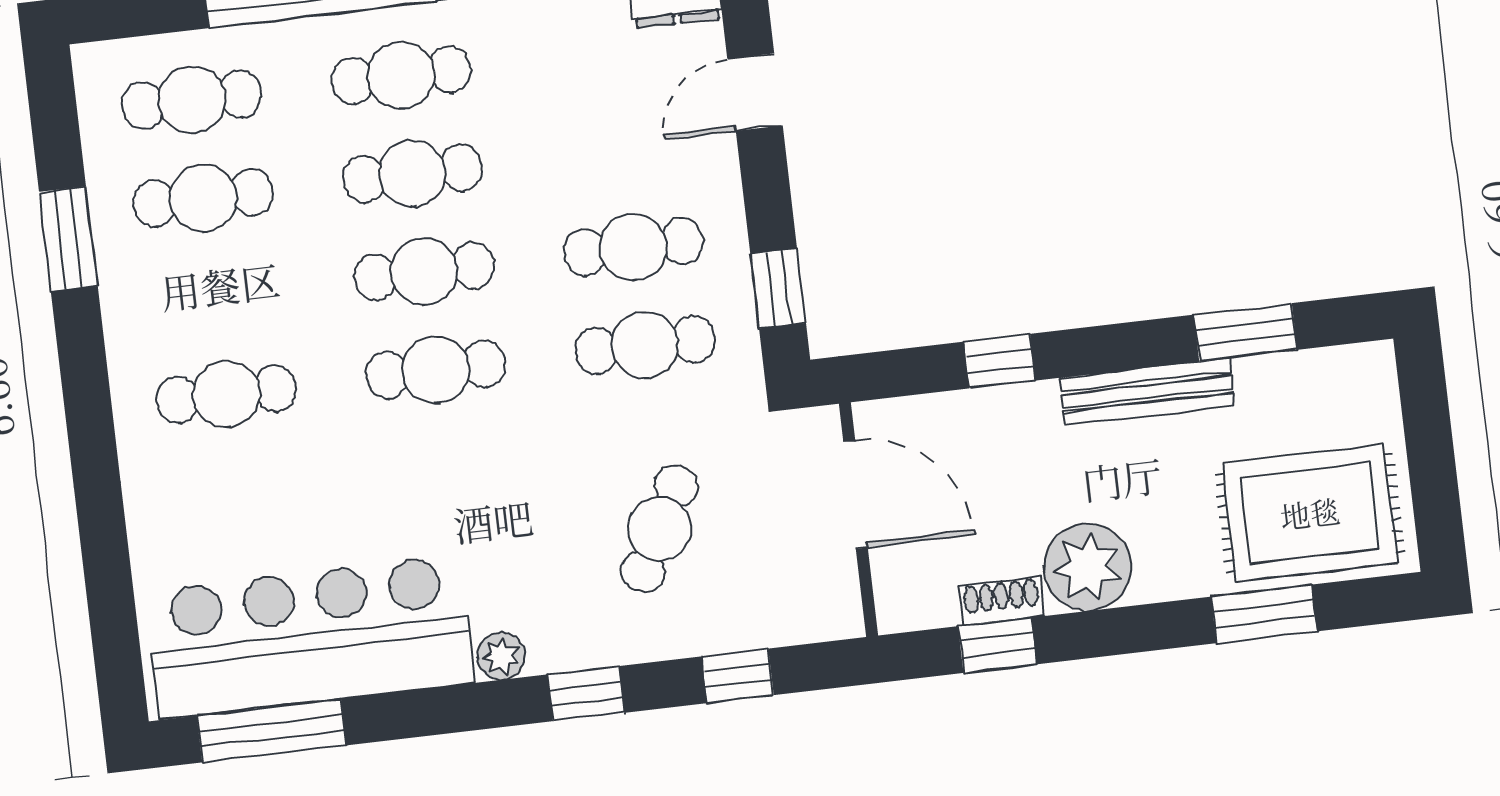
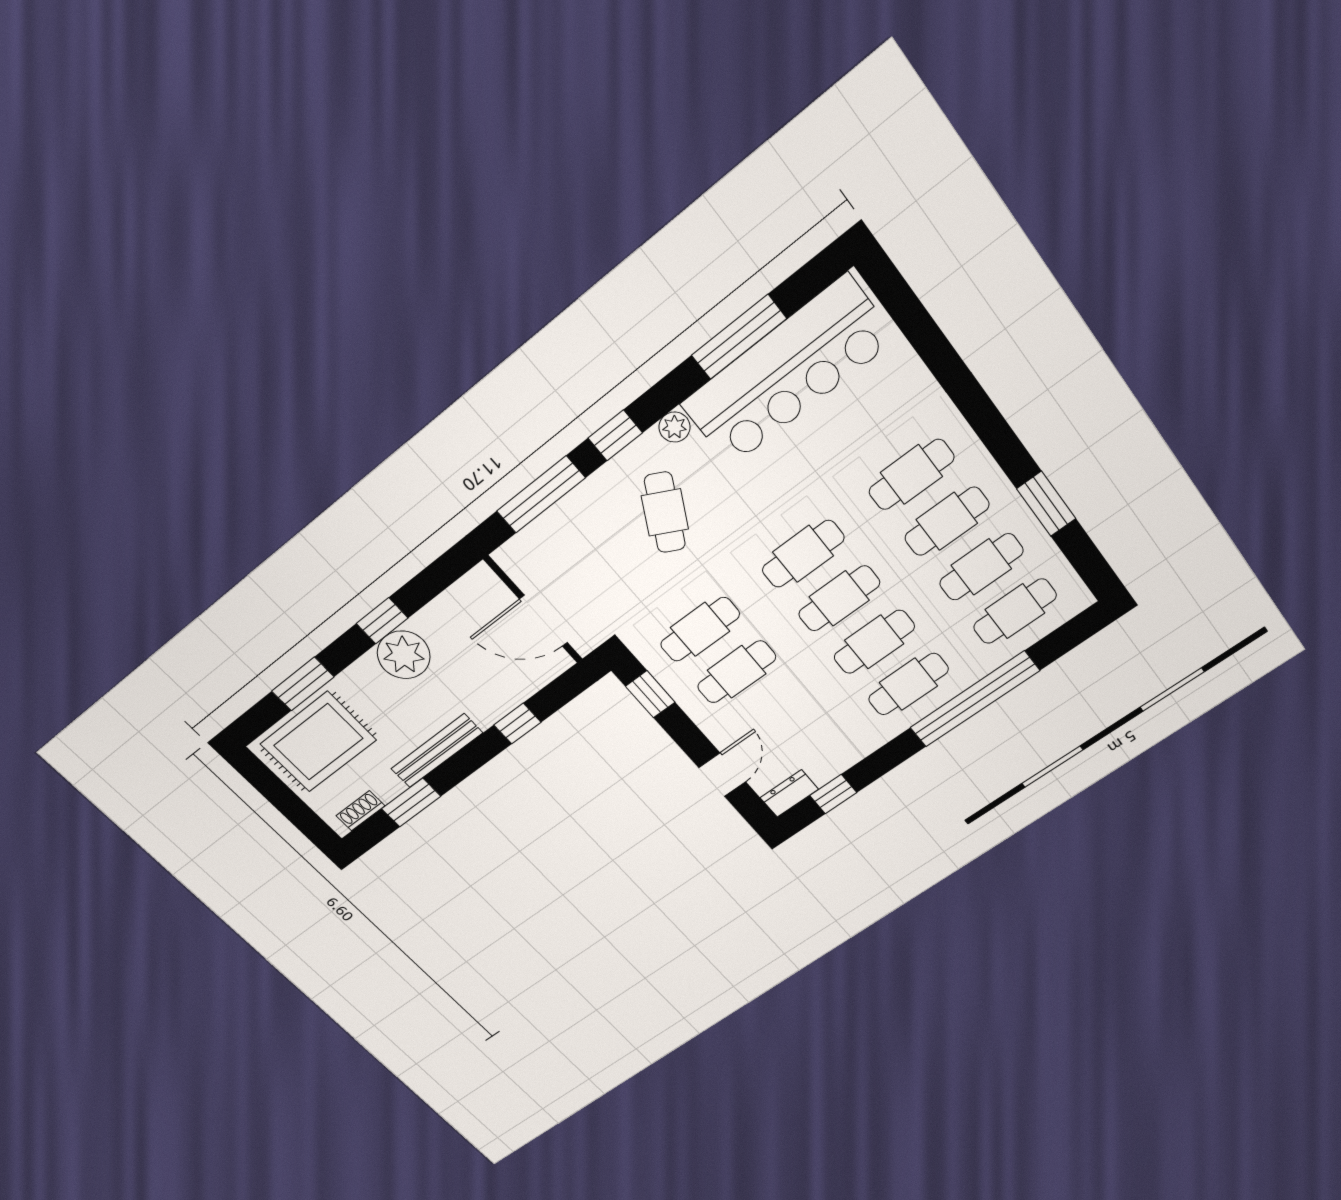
cafe table: (215, 296) -> (947, 521), added
cafe table: (660, 529) -> (665, 512), moved
shoe rack: (1002, 601) -> (360, 811), moved, turned 180
window: (997, 645) -> (382, 621), moved
window: (738, 676) -> (541, 495), width x2.17
window: (272, 731) -> (739, 337), moved

